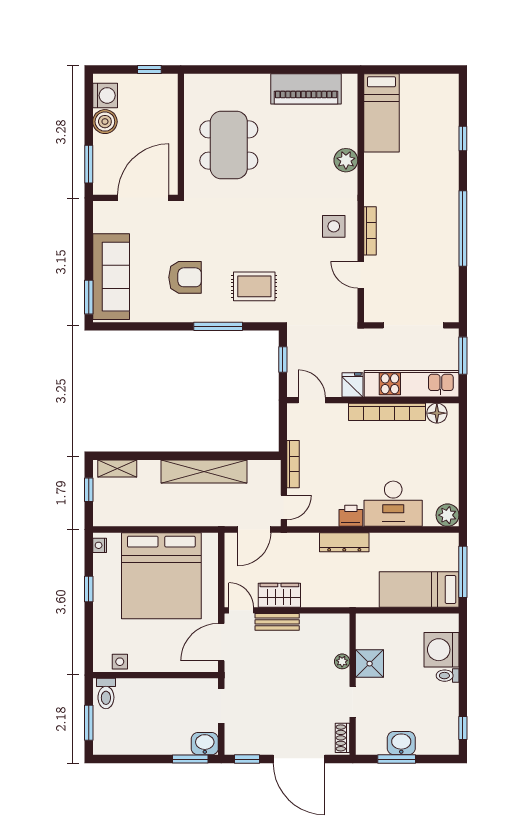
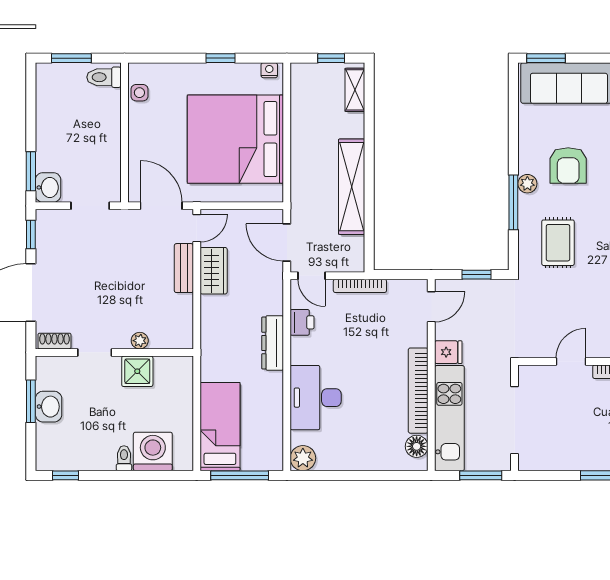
plant: (201, 314) -> (527, 184), added
printer: (351, 516) -> (302, 322), moved

